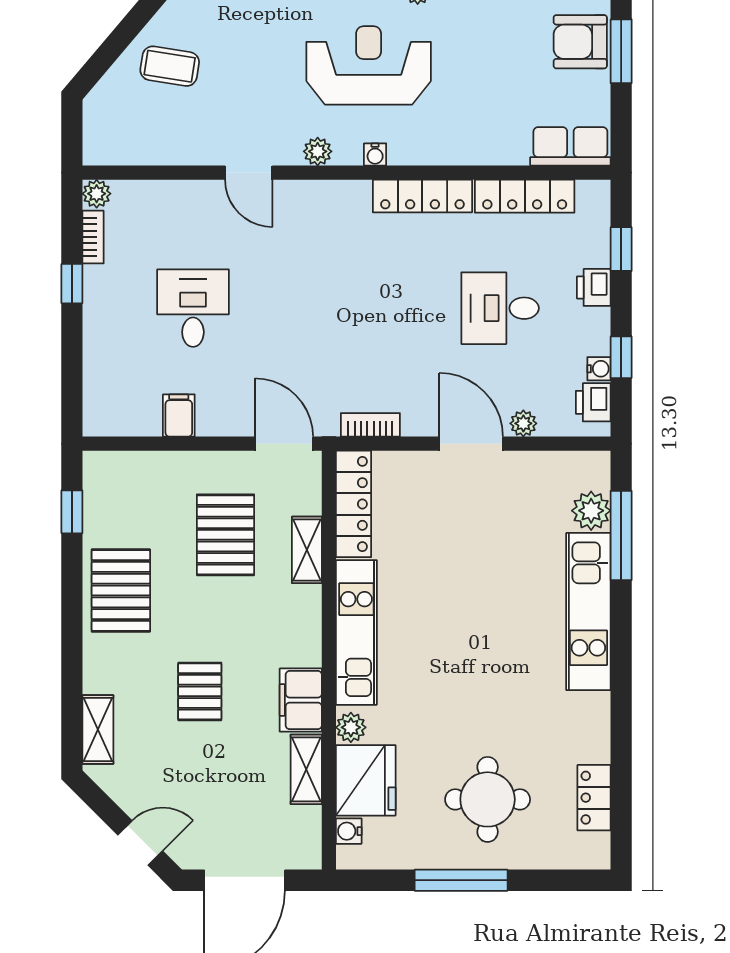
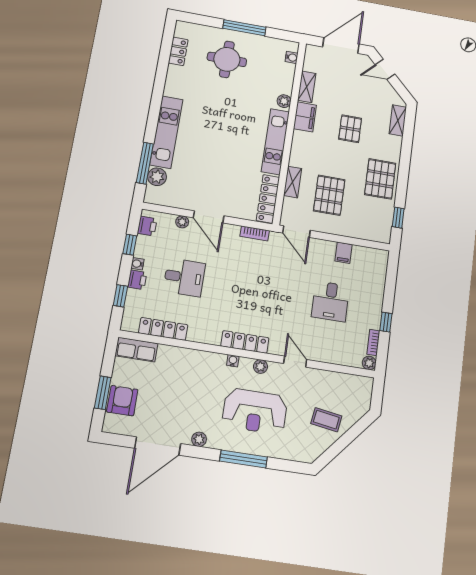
armchair: (580, 42) -> (122, 401), turned -90
reception desk: (369, 65) -> (255, 411), moved
locker: (422, 196) -> (245, 342), moved
water cooler: (599, 369) -> (137, 264), moved
fridge: (366, 780) -> (281, 77), removed

